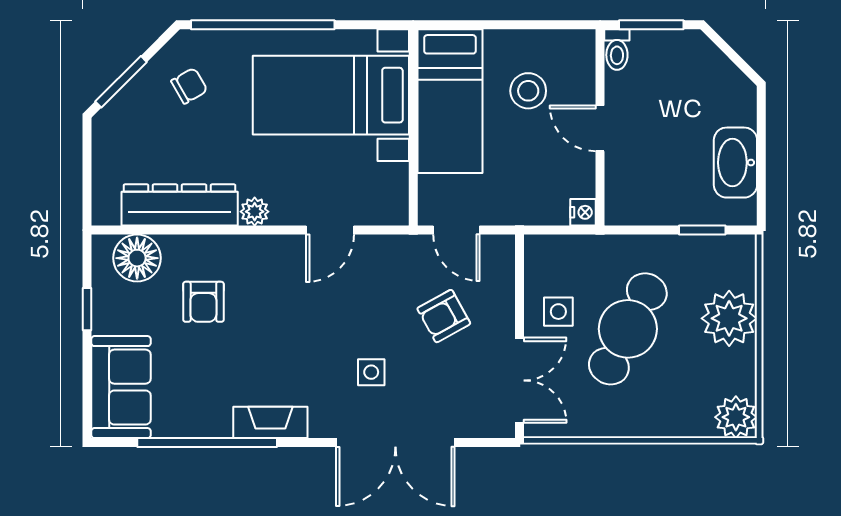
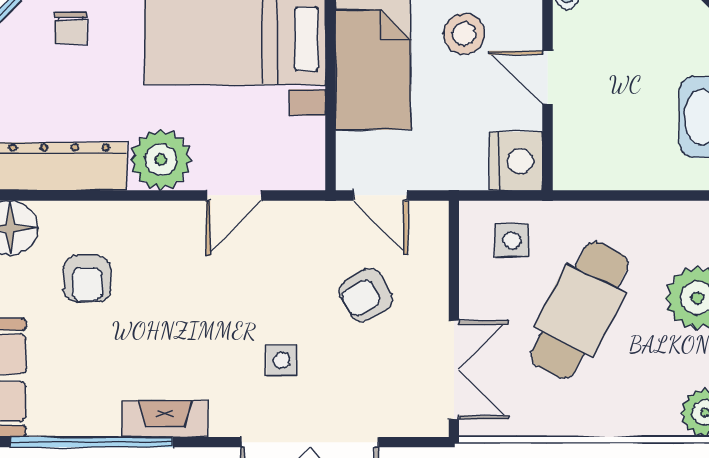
chair: (189, 86) -> (71, 28), turned 120
plant: (255, 212) -> (161, 160), width x1.88, depth x1.88
nightstand: (583, 212) -> (516, 161), width x1.89, depth x1.79
window: (702, 230) -> (666, 195), removed
side table: (558, 312) -> (512, 240), moved

